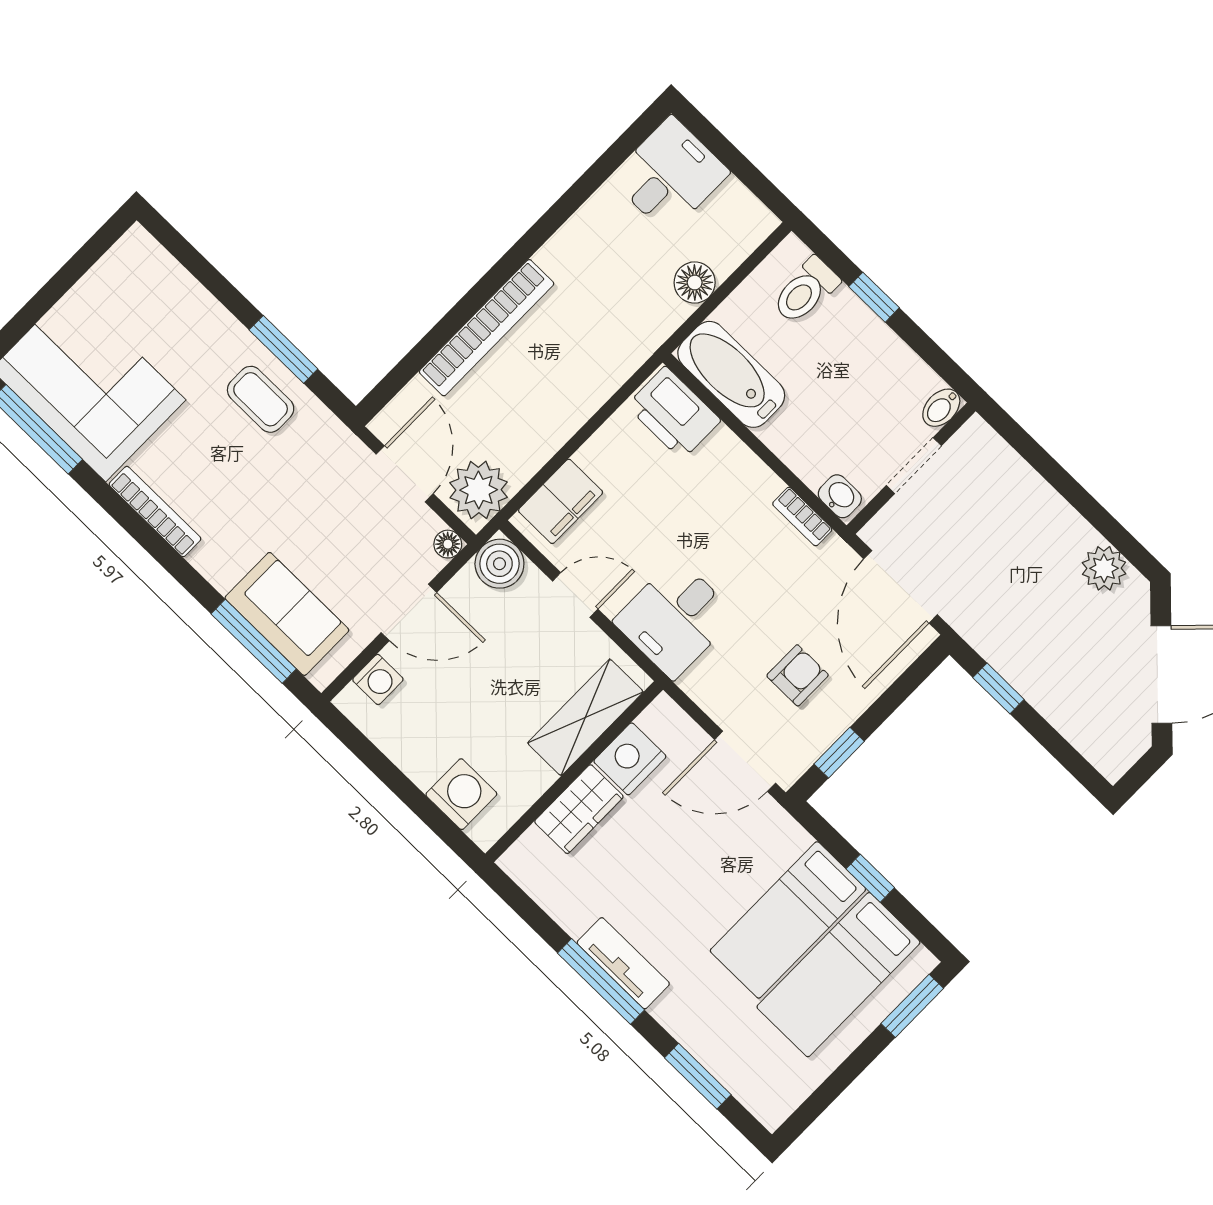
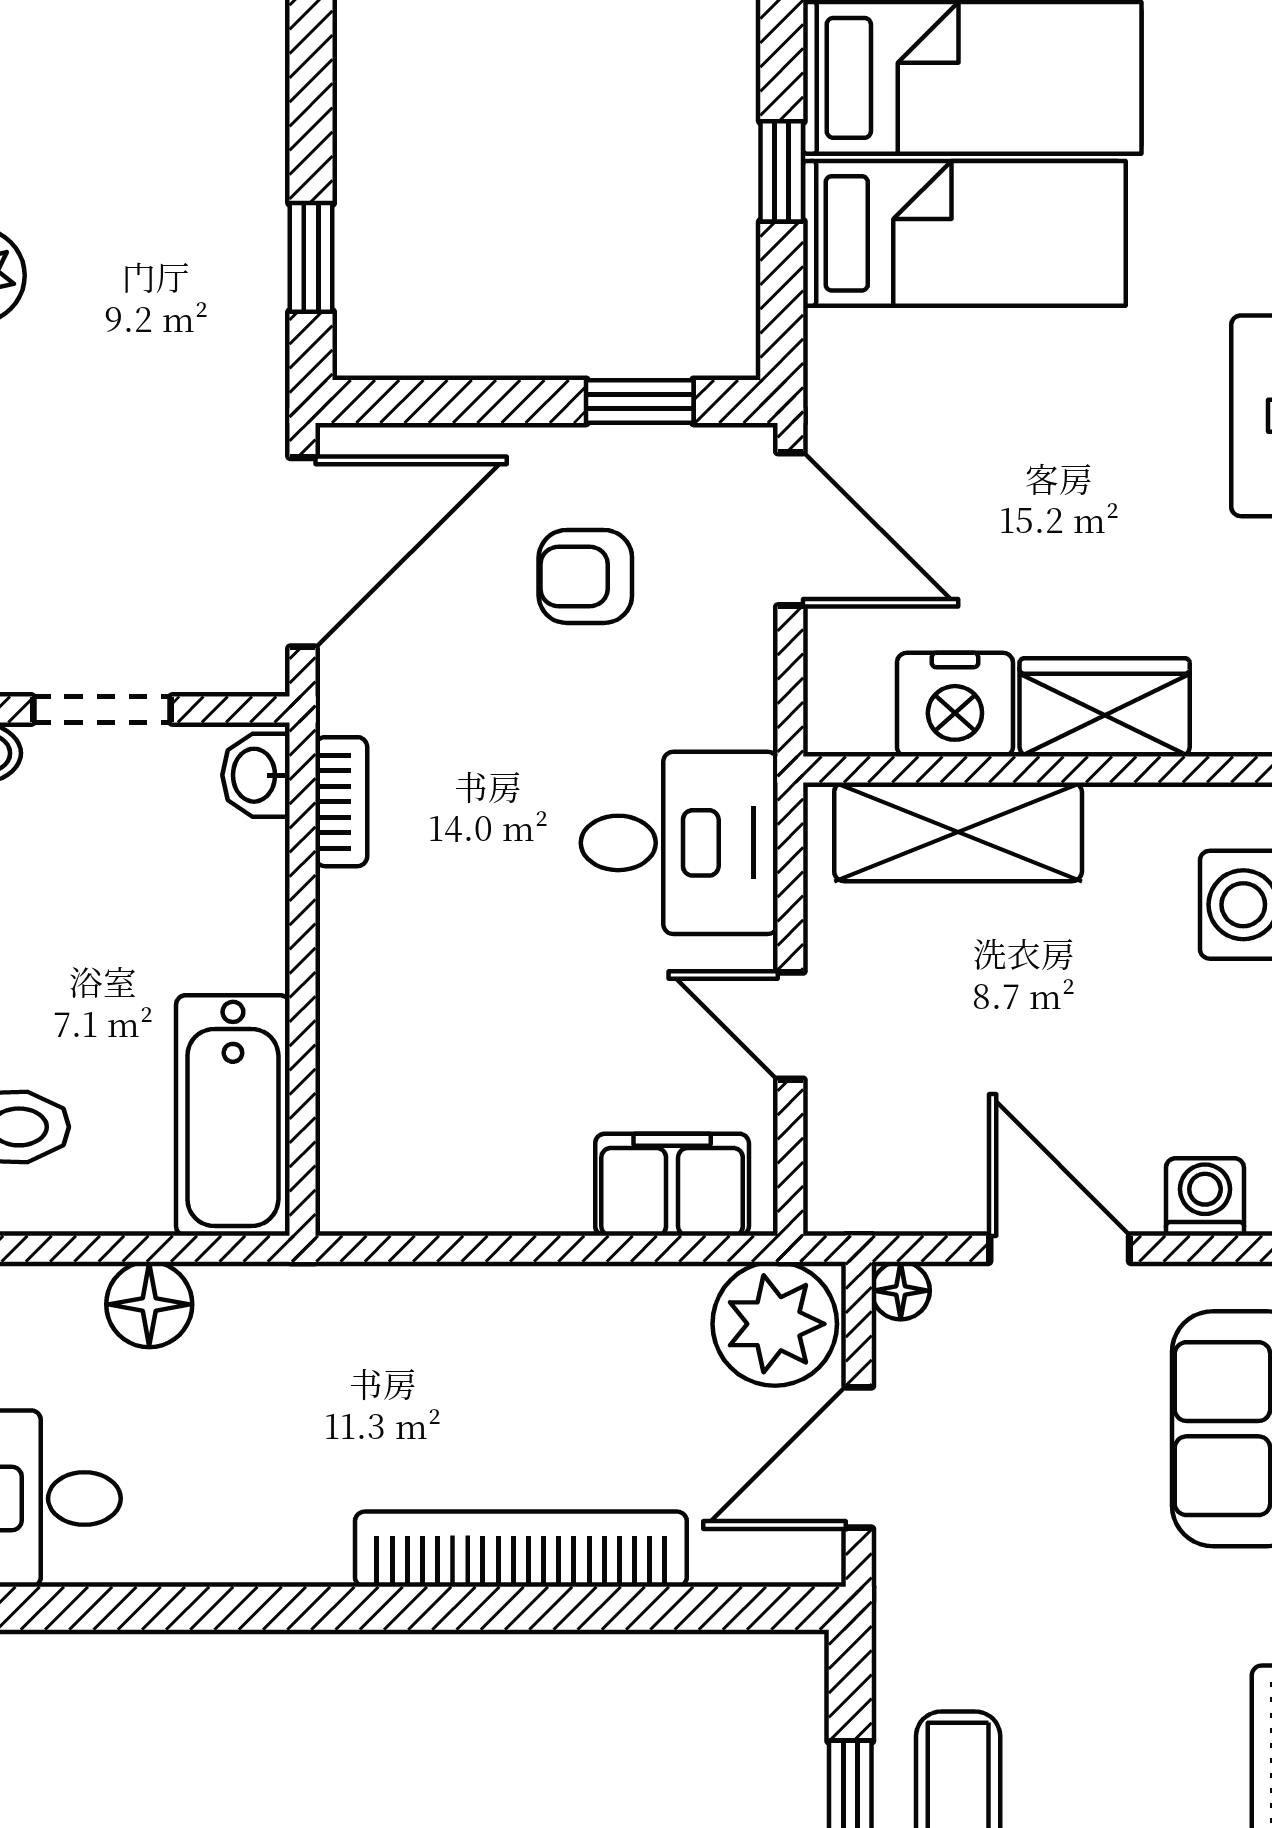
printer: (674, 413) -> (375, 1145), removed
boiler: (499, 564) -> (854, 1185), removed

